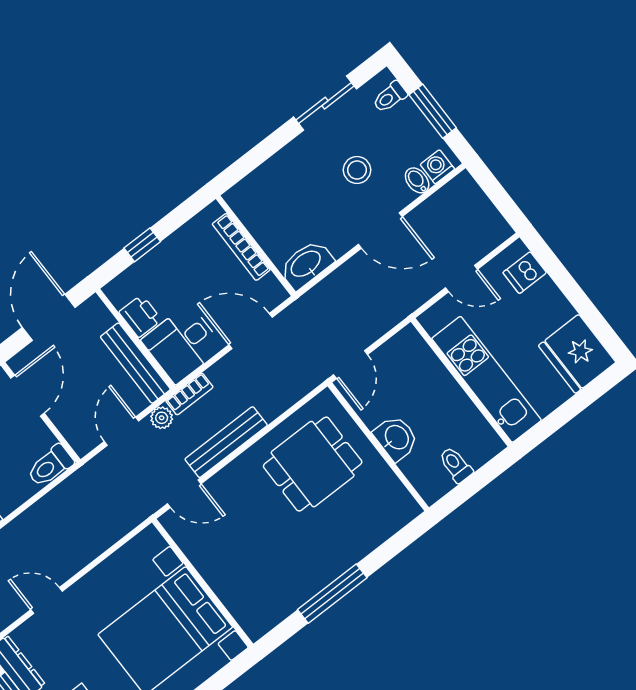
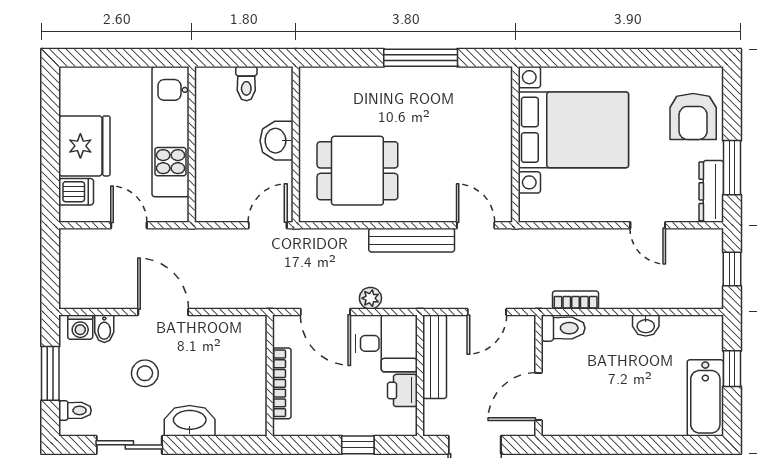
washbasin: (306, 264) -> (190, 421), moved, turned 180
fridge: (577, 354) -> (84, 146), moved
bookcase: (189, 394) -> (576, 300), moved
plant: (162, 418) -> (370, 298), moved

